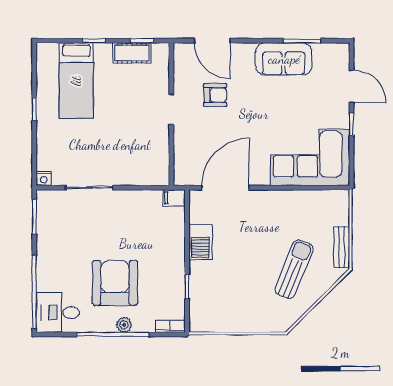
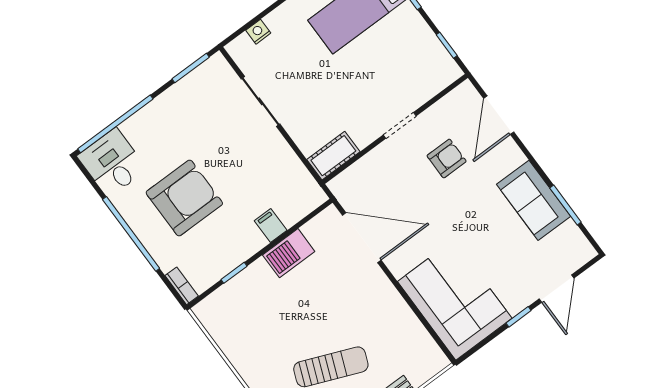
cot: (132, 53) -> (333, 156), moved, turned 90
armchair: (215, 95) -> (447, 158), turned -90
nightstand: (44, 179) -> (258, 32), moved, turned 90
filing cabinet: (174, 198) -> (271, 225), moved
plant: (124, 325) -> (149, 238), removed

